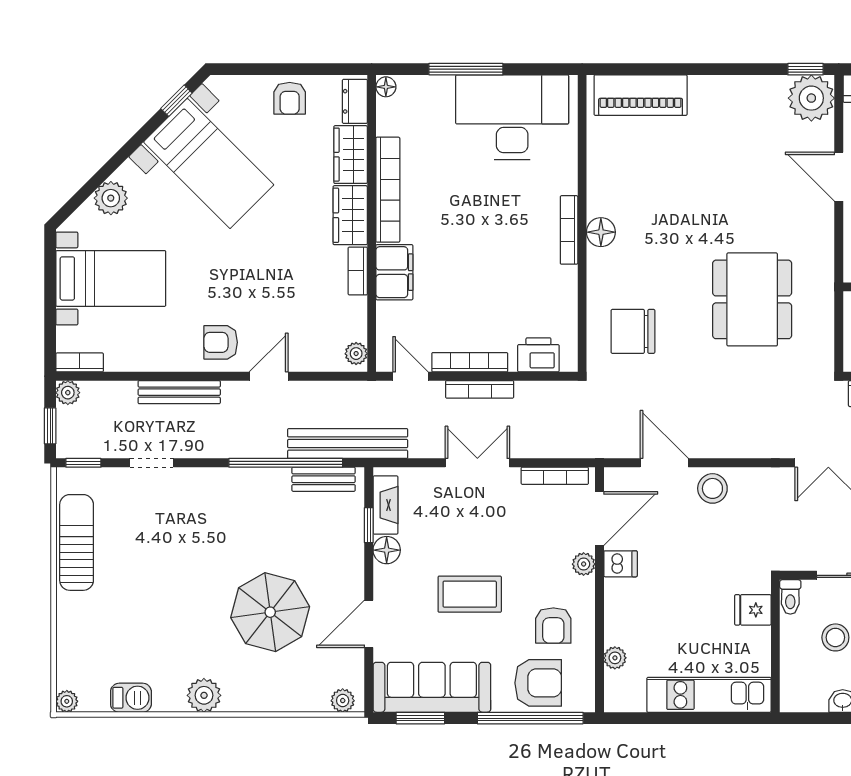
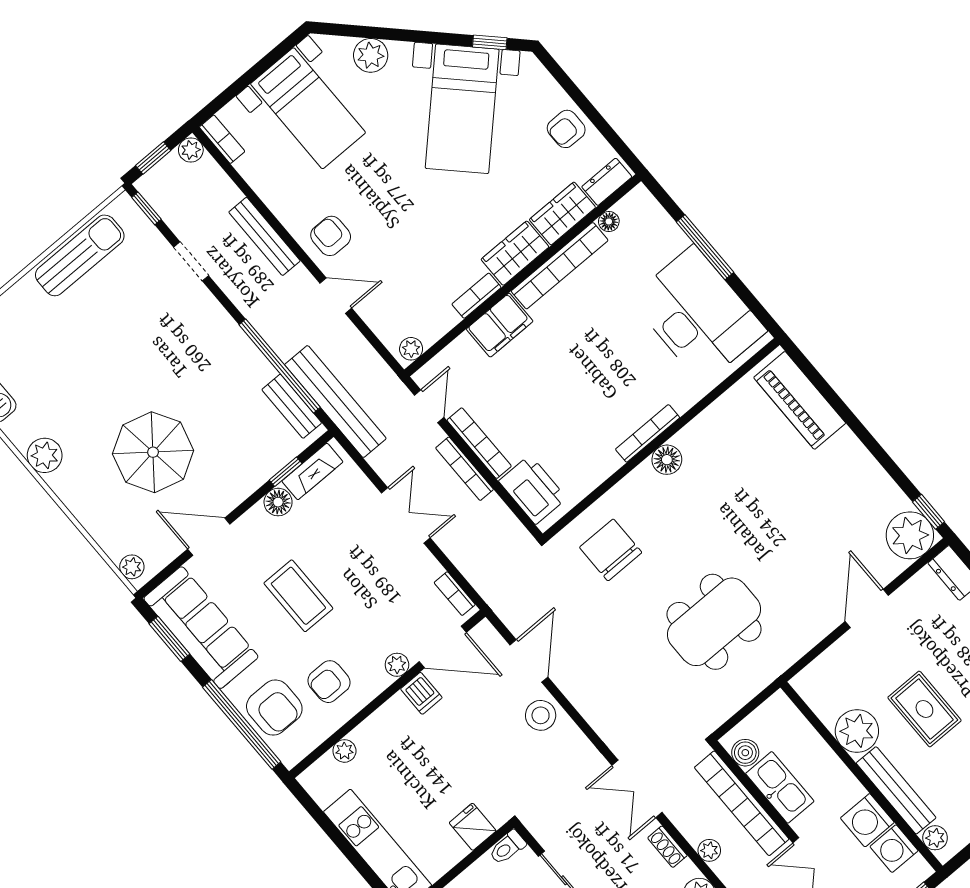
floor lamp: (386, 87) -> (609, 222), moved
printer: (538, 355) -> (533, 490), width x1.37, depth x1.19
bookcase: (555, 476) -> (455, 594), width x0.64

